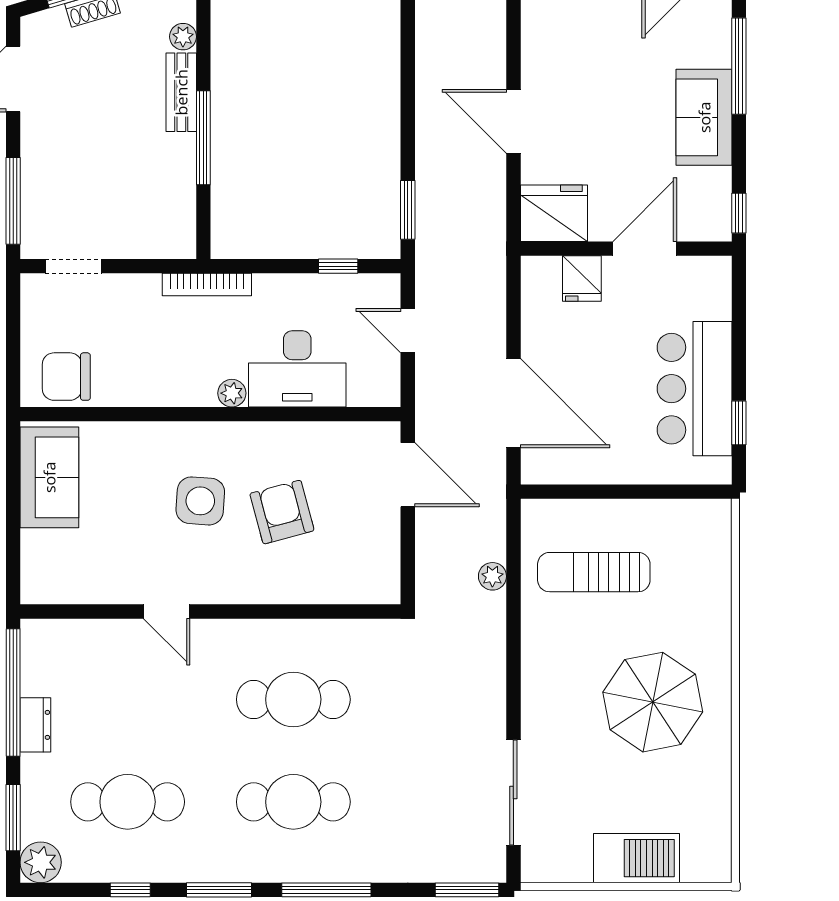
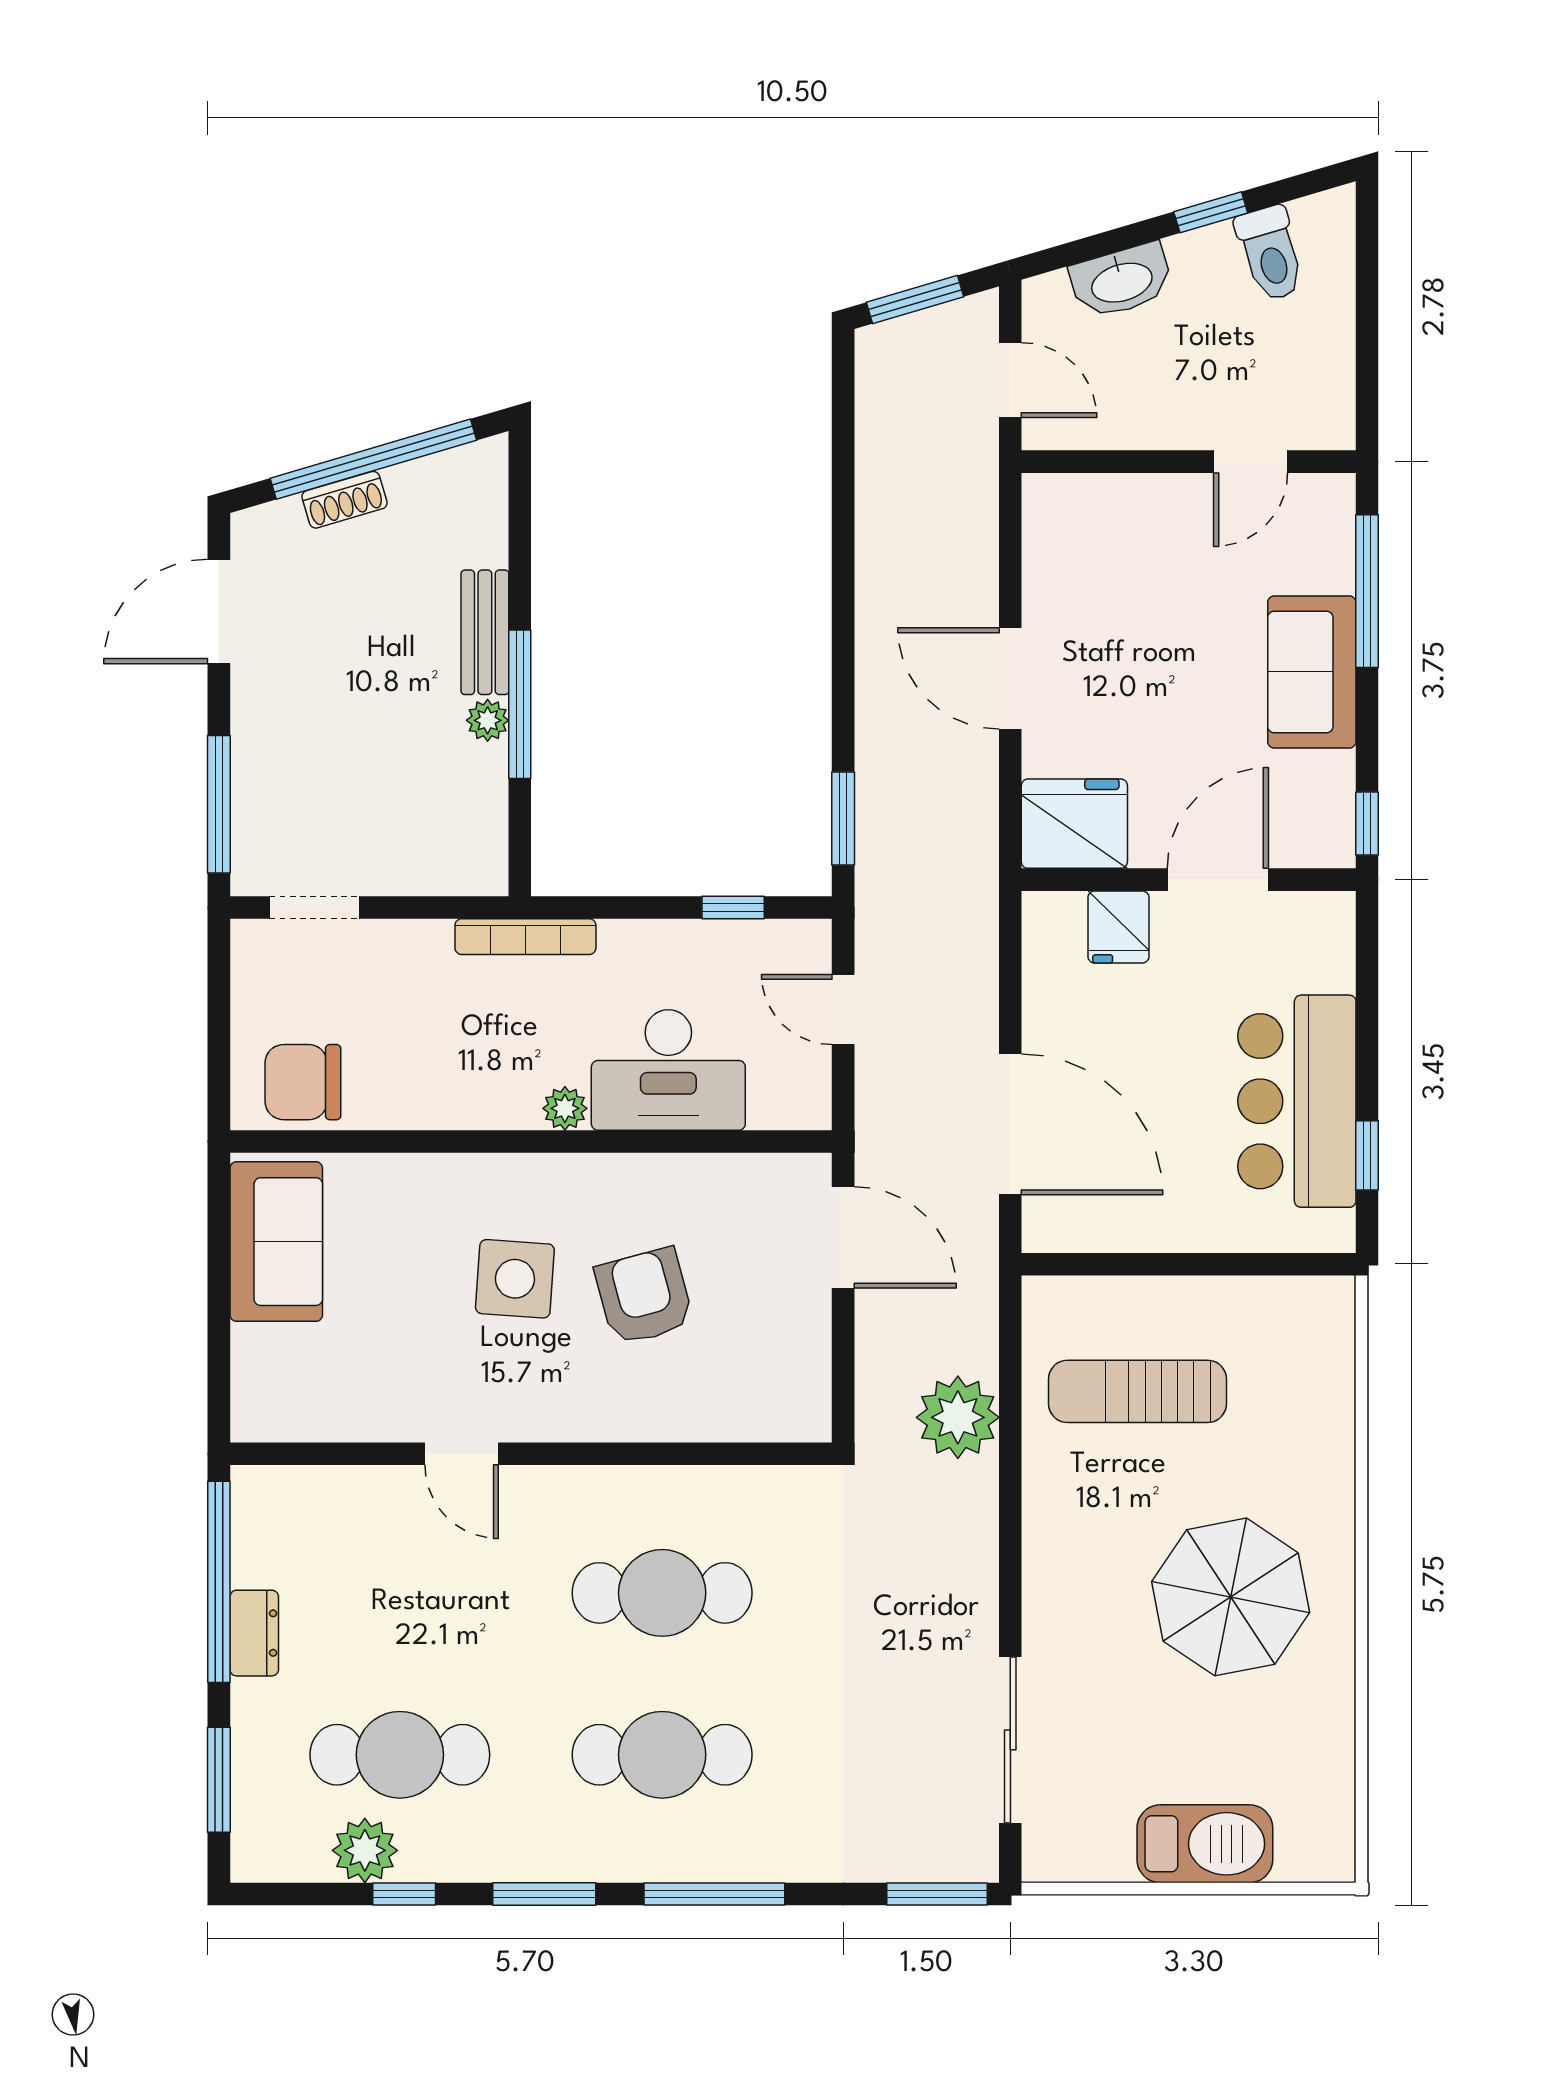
plant: (183, 37) -> (488, 720), moved
plant: (492, 576) -> (958, 1417), width x1.88, depth x1.88
plant: (41, 862) -> (365, 1850), moved

